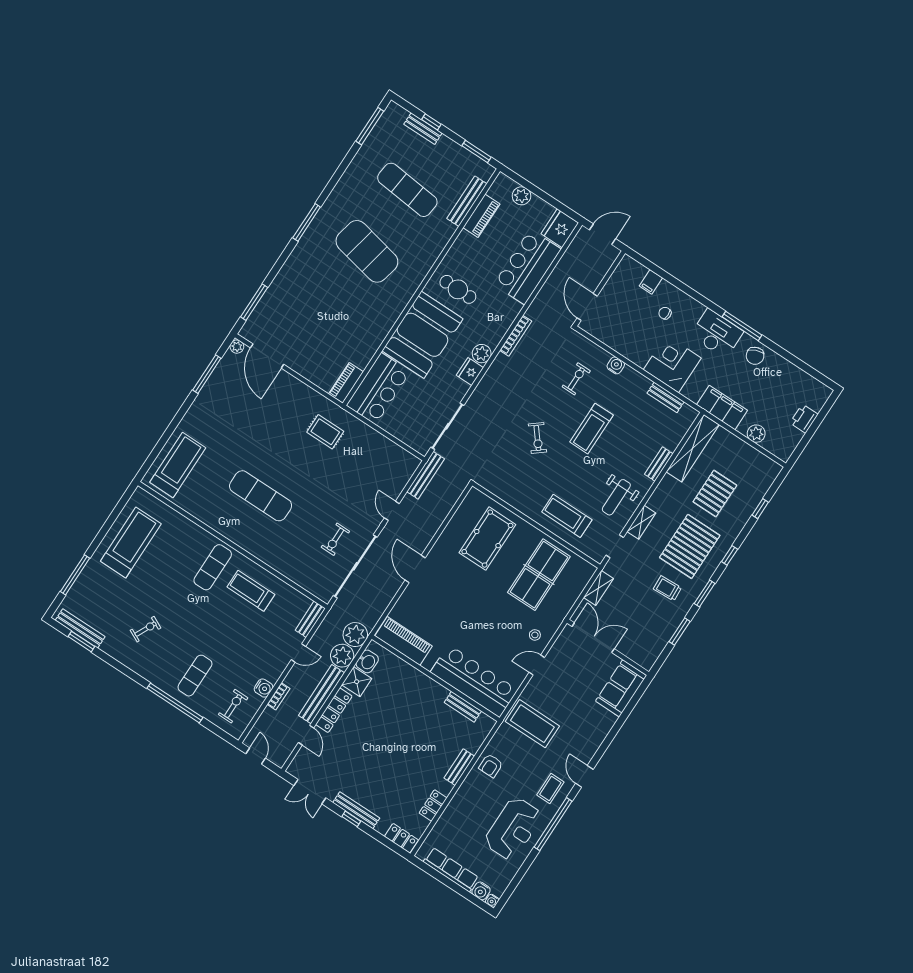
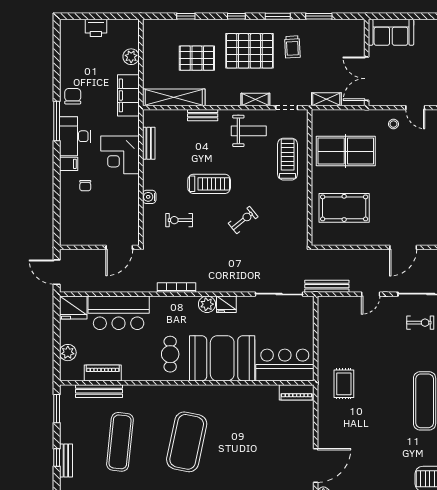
filing cabinet: (651, 282) -> (69, 164), moved
chair: (755, 356) -> (73, 96), turned -68
treadmill: (567, 516) -> (288, 159), turned 180

